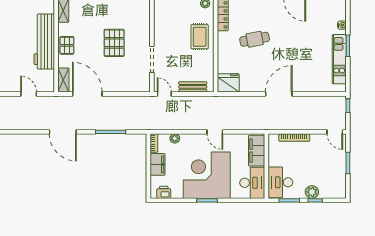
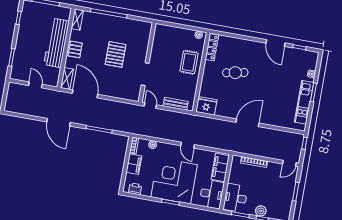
door: (335, 132) -> (289, 163), hinge flipped

